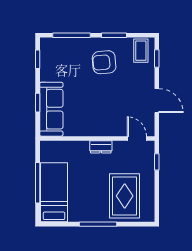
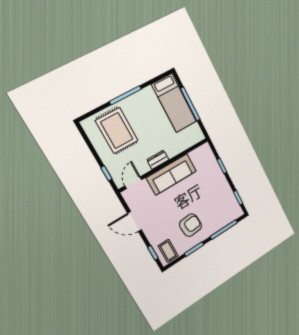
sofa: (51, 109) -> (171, 174), moved, turned -90
door: (137, 138) -> (133, 183), swing flipped

